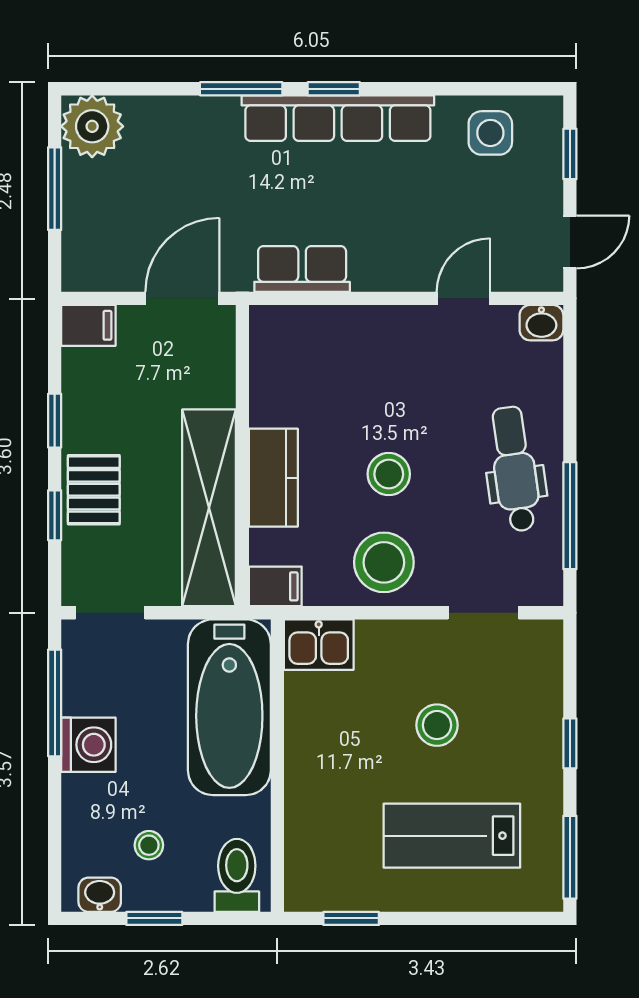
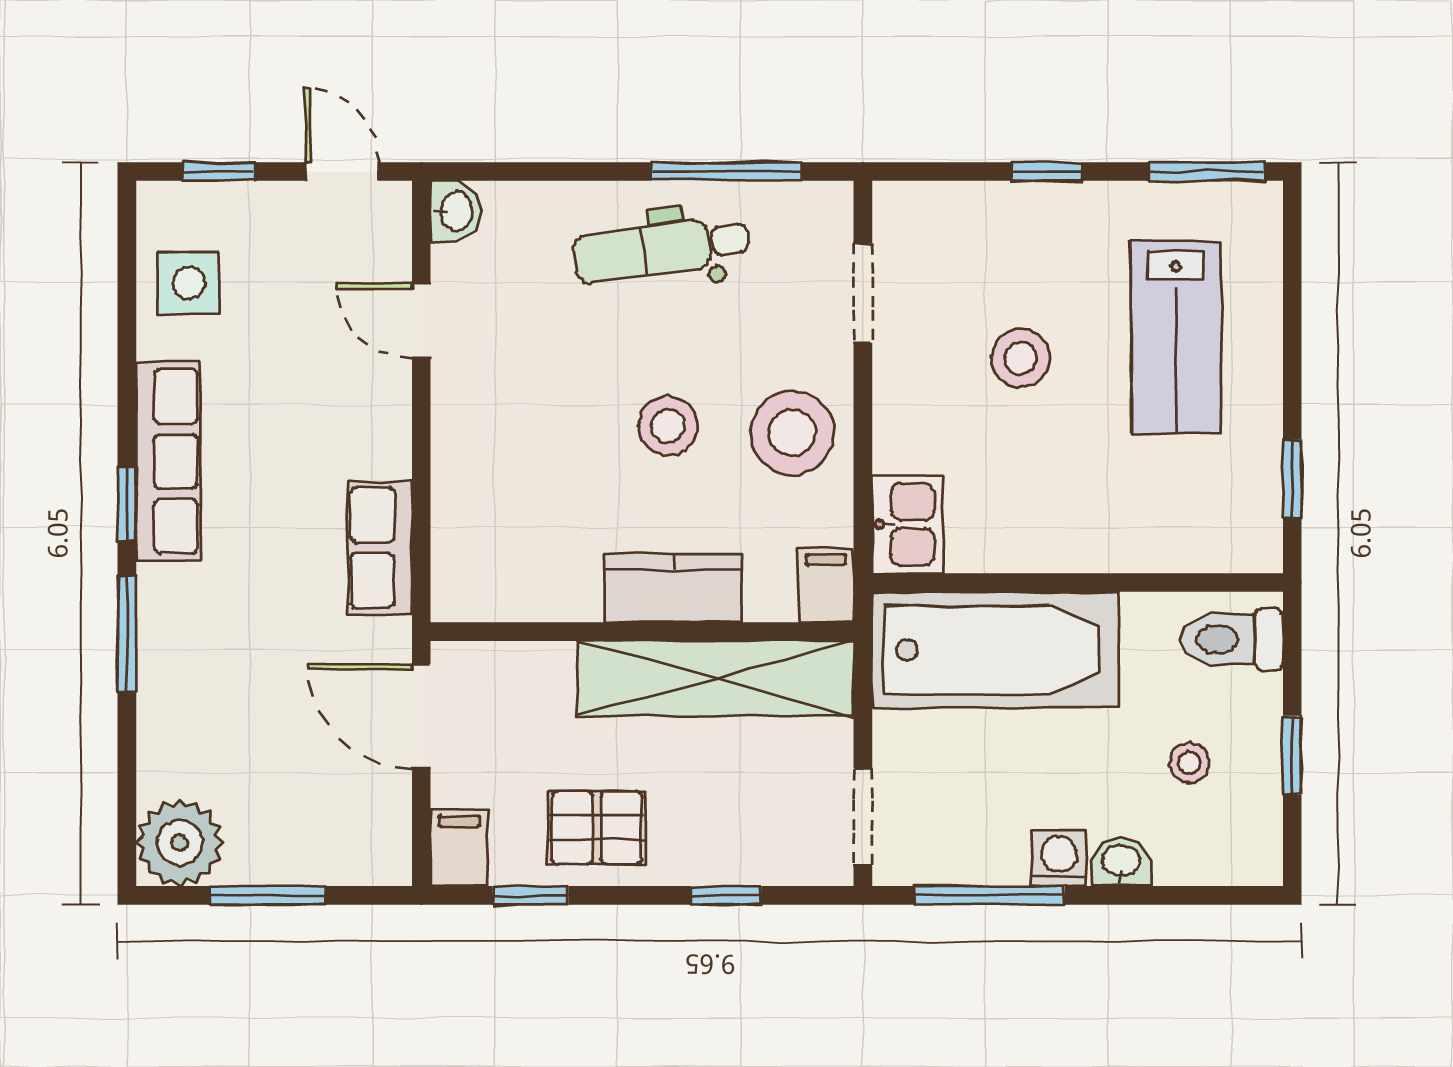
row of seats: (338, 118) -> (168, 461), width x0.73
window: (55, 421) -> (530, 895), moved
pallet: (94, 490) -> (597, 828), moved
washing machine: (88, 745) -> (1059, 858), width x0.73, depth x0.73
washbasin: (100, 895) -> (1121, 862), moved, turned 90

